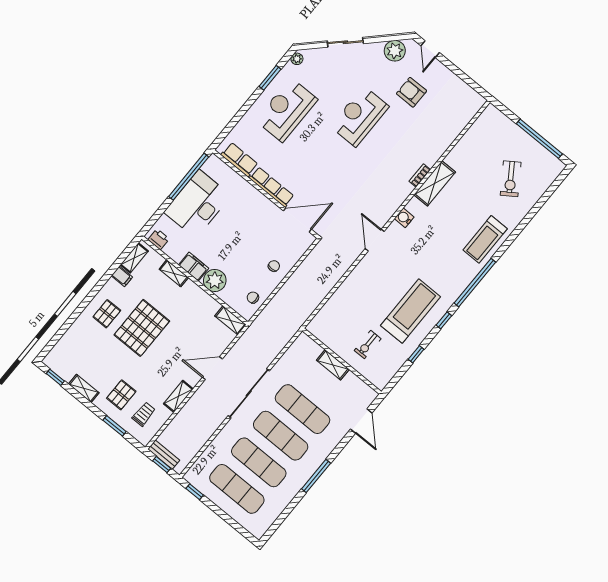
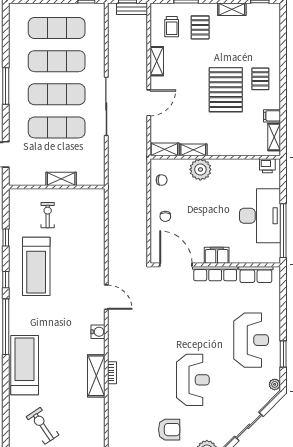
door: (297, 220) -> (176, 265), swing flipped
treadmill: (485, 239) -> (25, 365), width x1.37, depth x1.38
filing cabinet: (194, 267) -> (217, 255), moved, turned 180
shelving: (174, 273) -> (193, 150), moved

